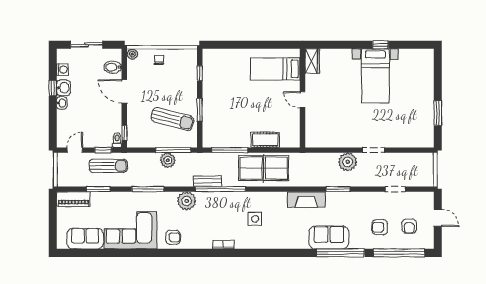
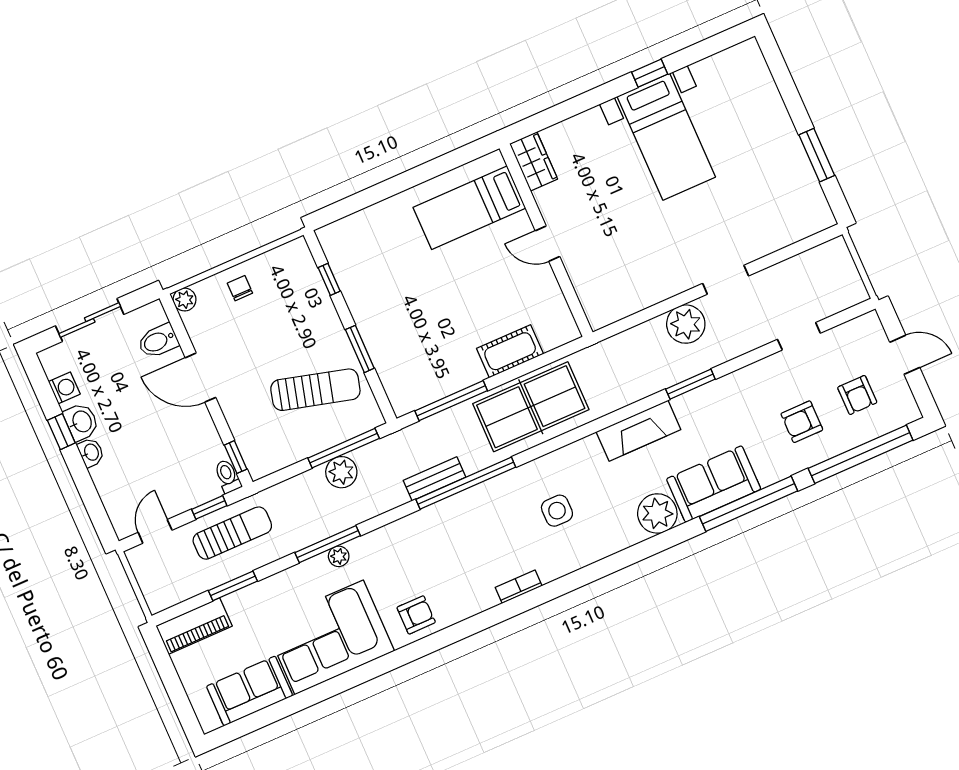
plant: (187, 201) -> (339, 556), moved, width x0.53, depth x0.53
plant: (299, 240) -> (657, 513), added

